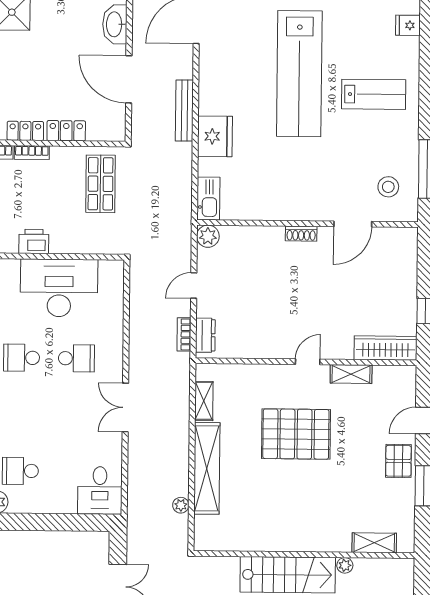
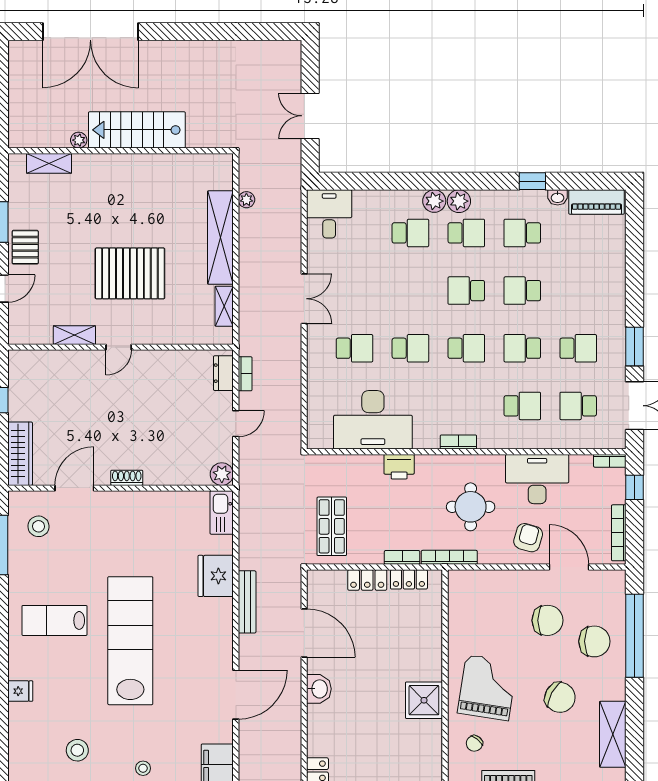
washbasin: (115, 24) -> (319, 689), width x0.72
wardrobe: (386, 348) -> (20, 454), moved, turned -90
school desk: (76, 358) -> (354, 348), turned 180

